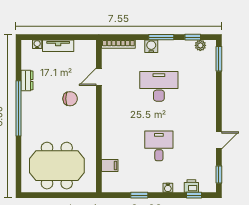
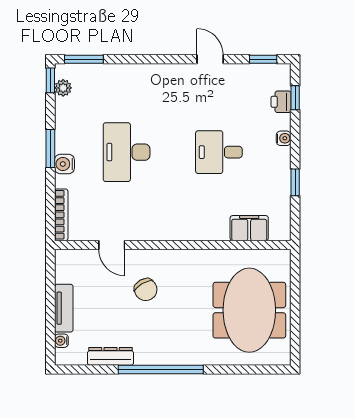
window: (193, 37) -> (50, 80), moved
dresser: (27, 80) -> (110, 356), width x1.44
chair: (70, 99) -> (146, 290), turned 150
filing cabinet: (110, 166) -> (249, 228), width x2.00

